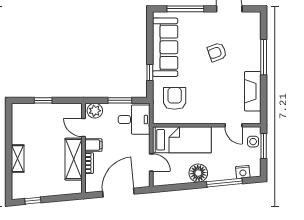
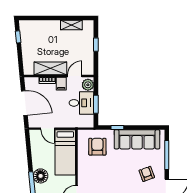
armchair: (217, 52) -> (147, 174), moved
armchair: (175, 98) -> (97, 147), turned -90
desk: (134, 120) -> (81, 103), moved, turned -90
shelving: (18, 159) -> (71, 25), moved
door: (151, 163) -> (48, 129), hinge flipped
floor lamp: (198, 173) -> (41, 176), moved

